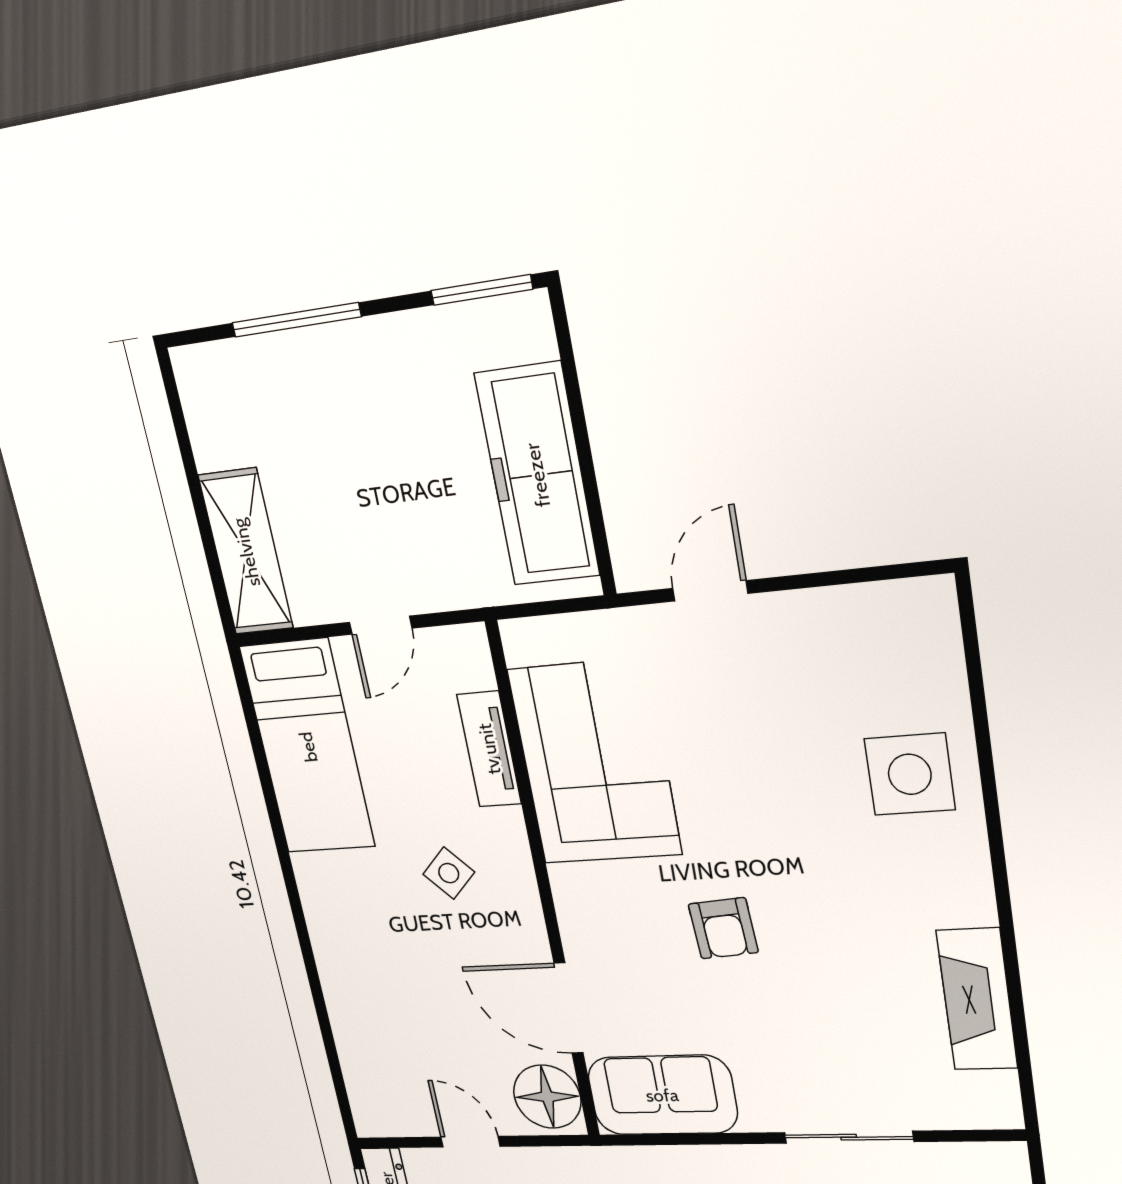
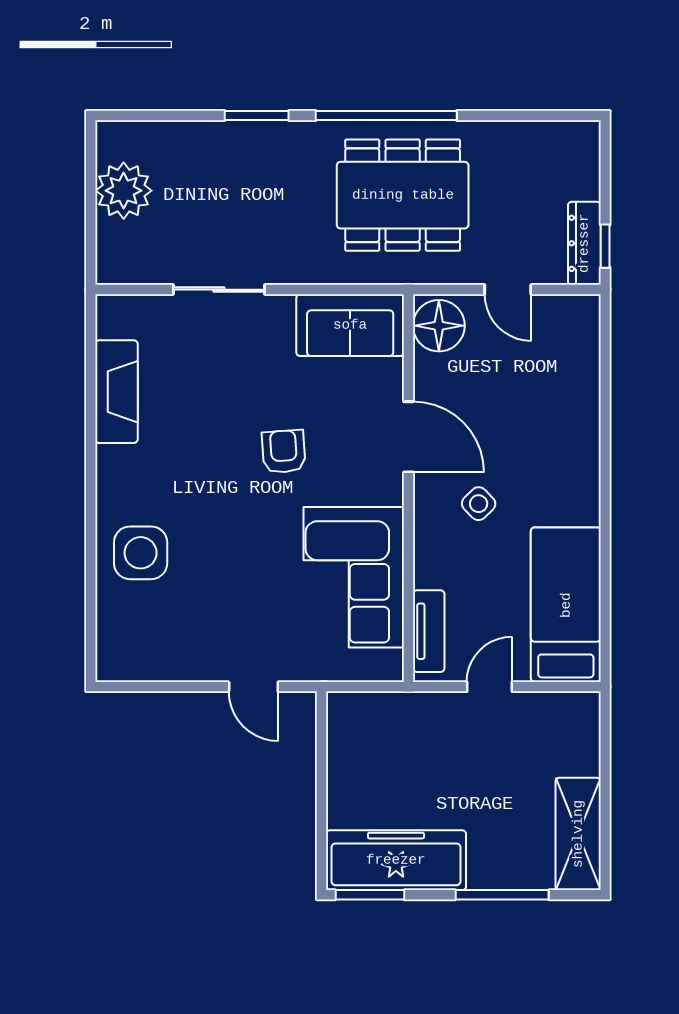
freezer: (537, 475) -> (396, 860), moved, turned -90
shelving: (246, 552) -> (578, 834), moved
door: (710, 591) -> (253, 687), hinge flipped
tv unit: (489, 749) -> (429, 631), moved
door: (569, 1008) -> (408, 437), moved

